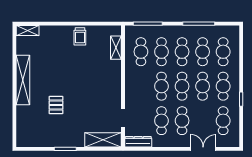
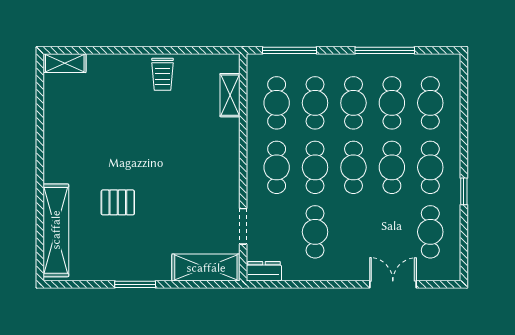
shelving: (23, 80) -> (56, 230), moved
pallet: (56, 105) -> (118, 202), turned 90
cafe table: (182, 121) -> (277, 167), moved
dresser: (138, 142) -> (264, 271), width x0.70

